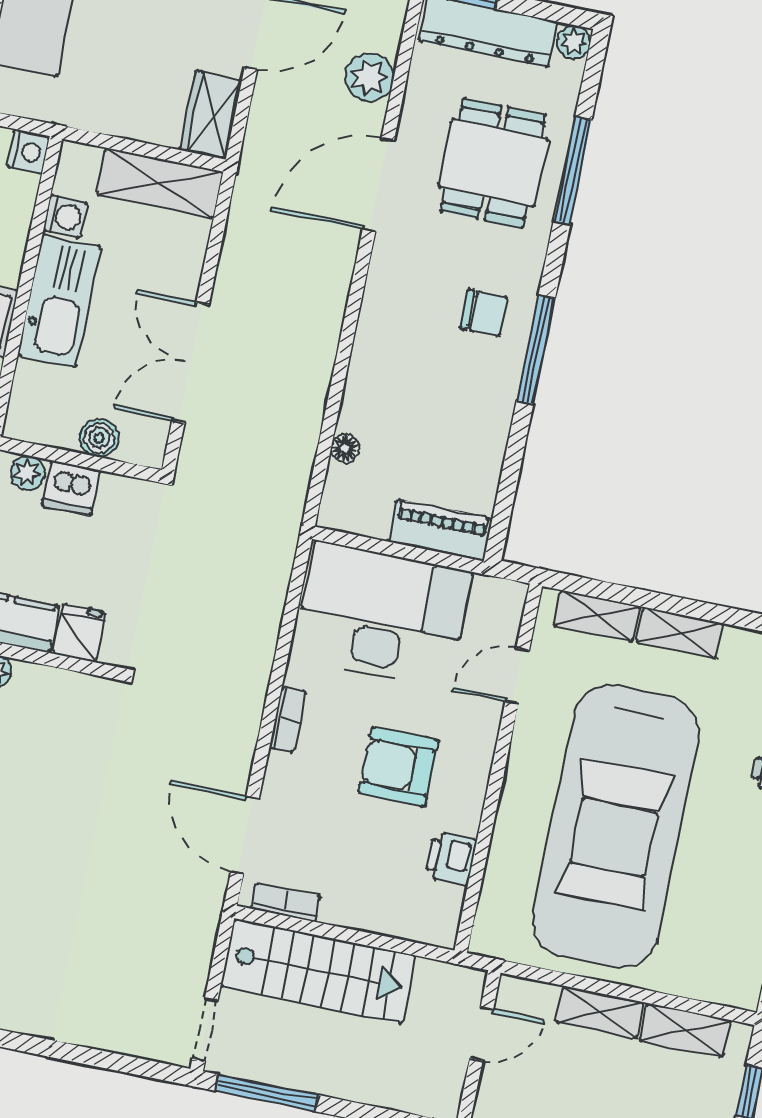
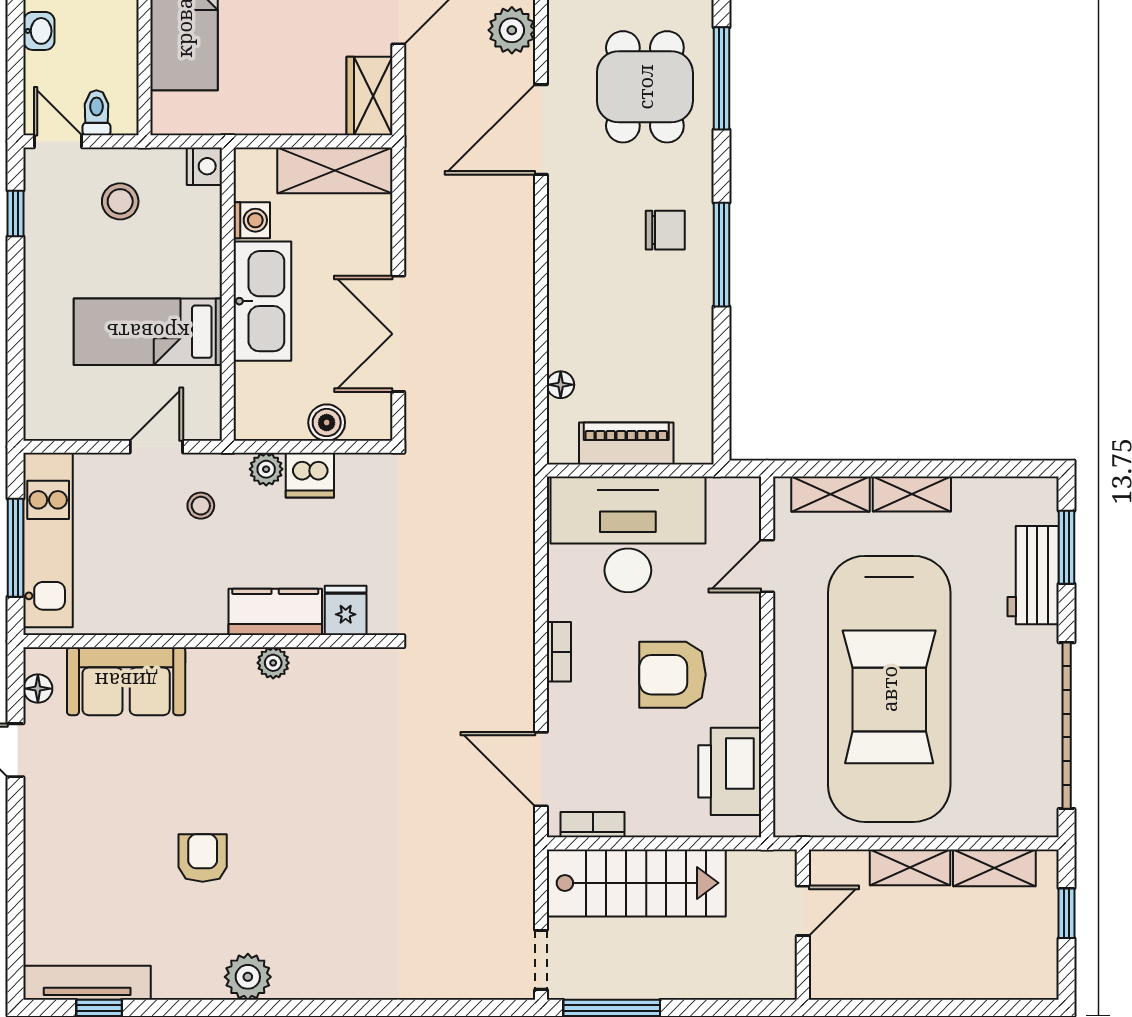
piano: (440, 530) -> (626, 444), moved
printer: (451, 858) -> (730, 771), width x1.87, depth x1.48

